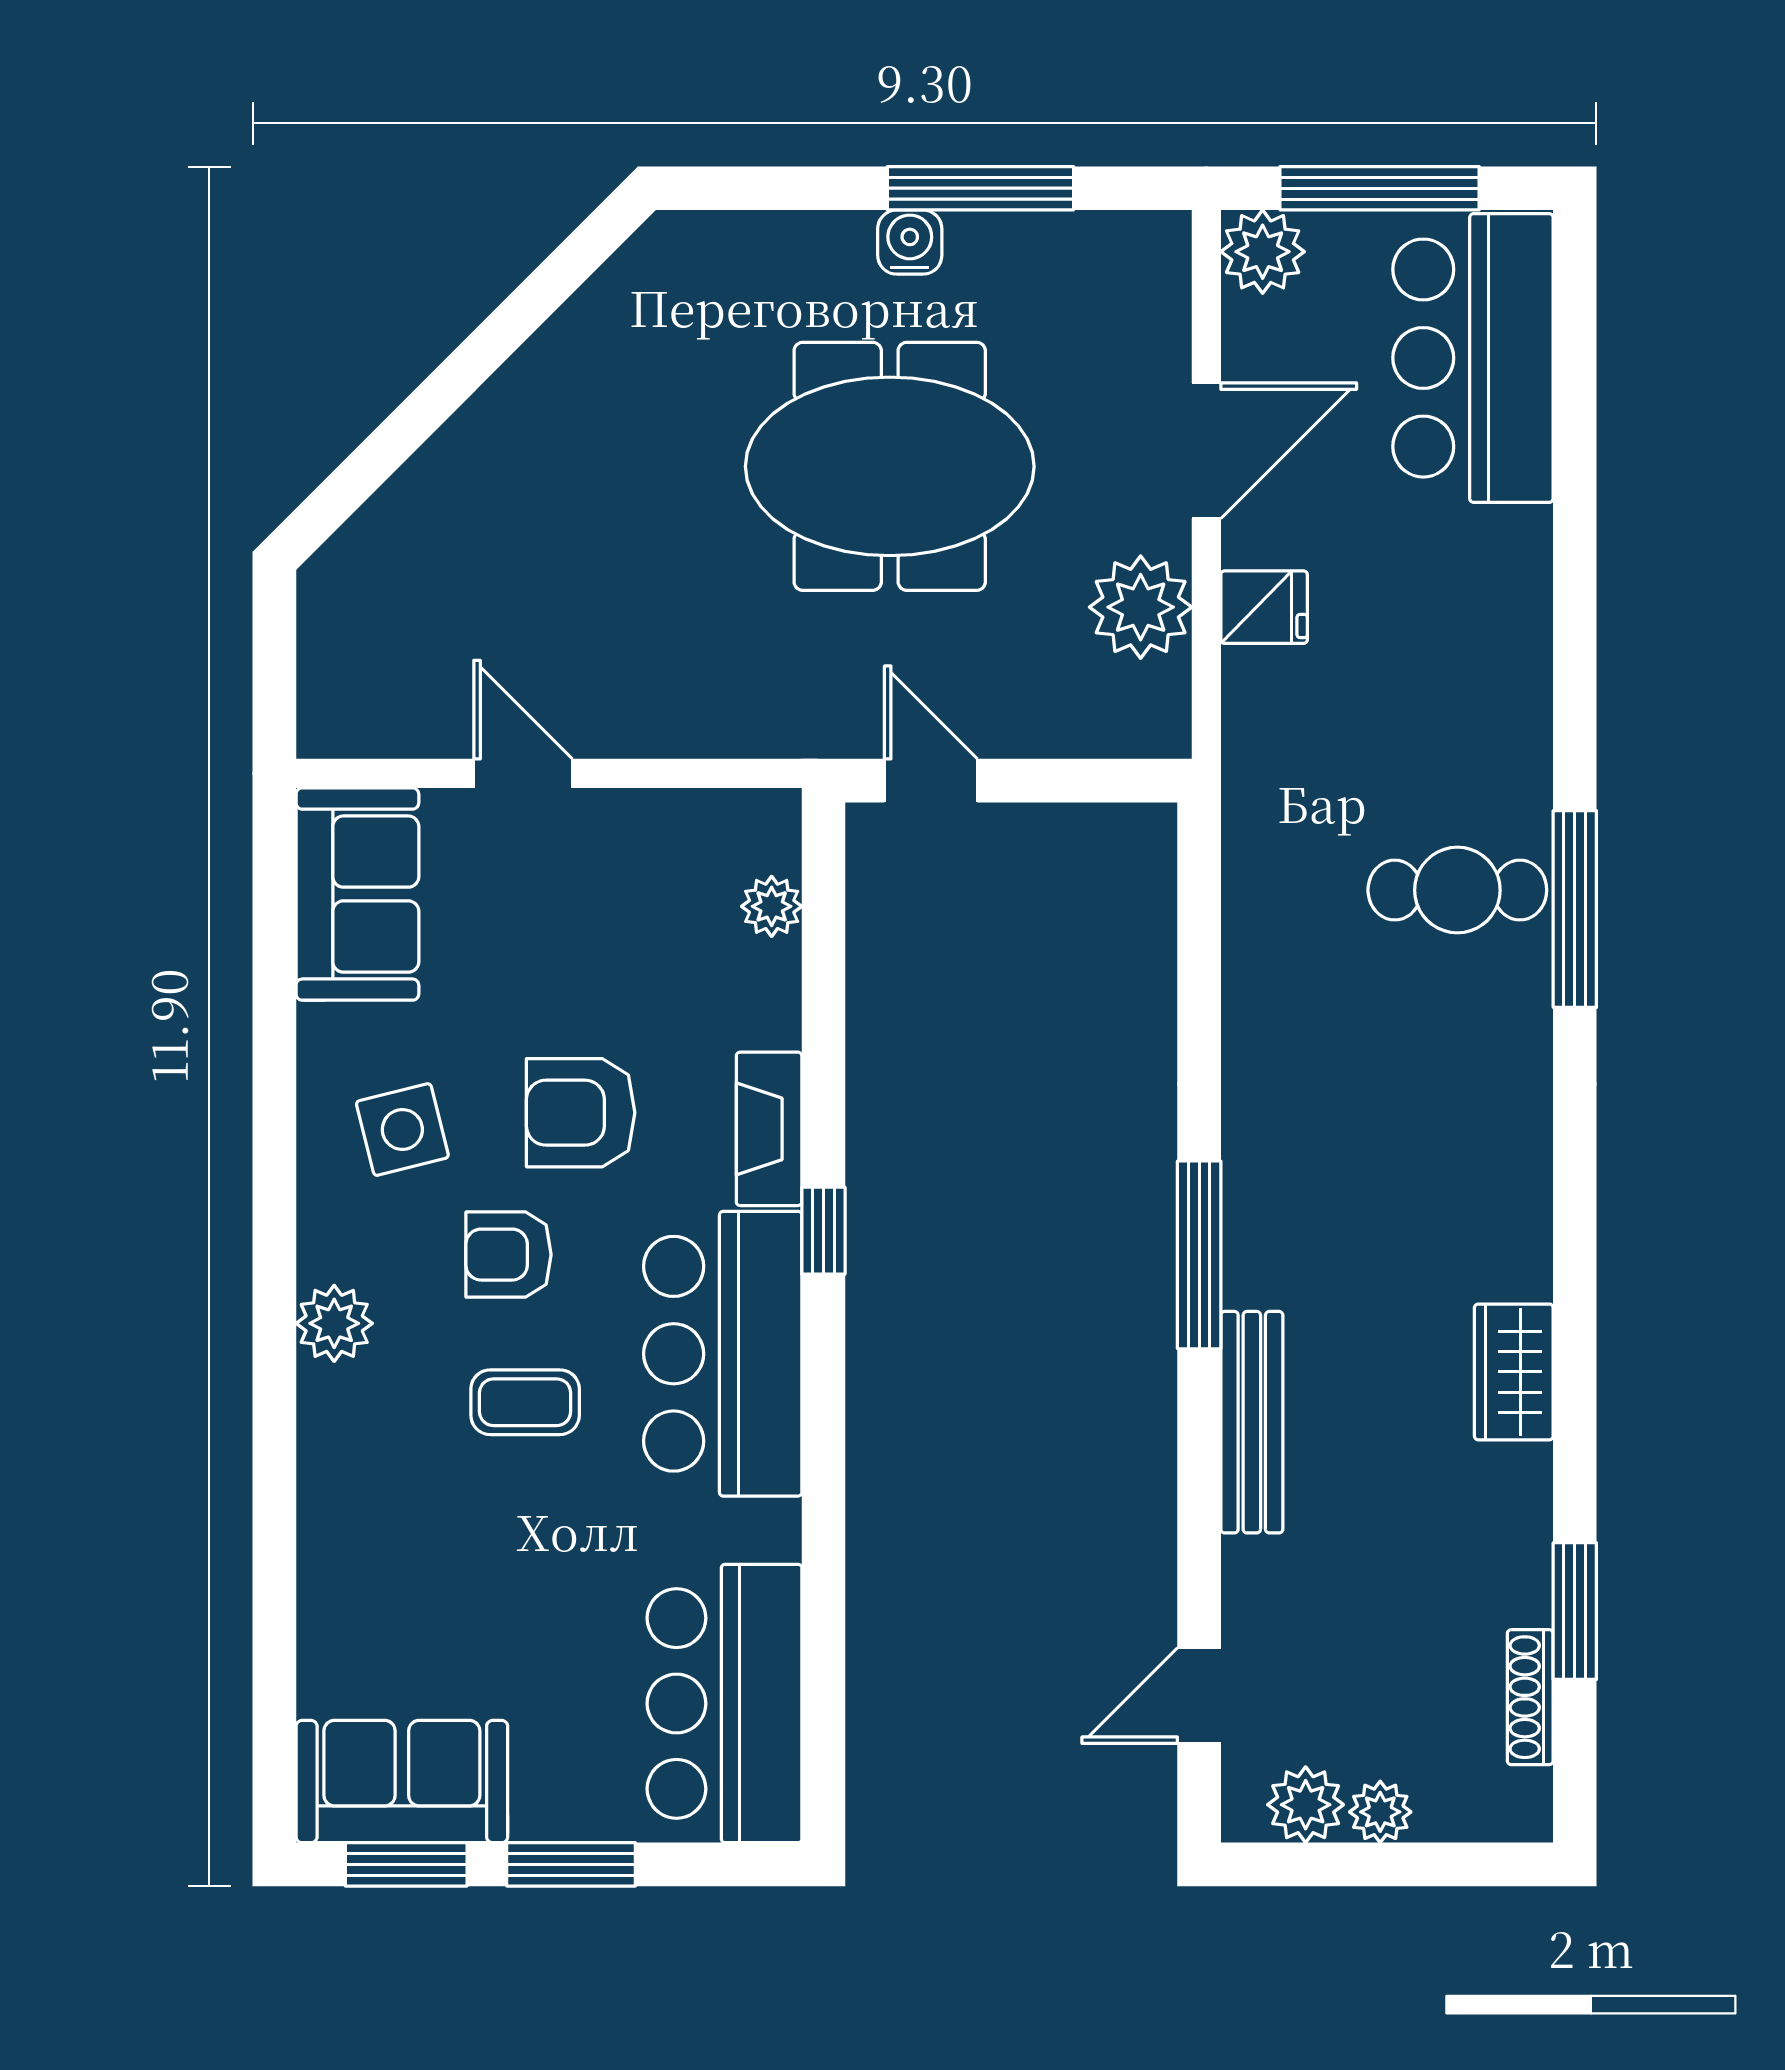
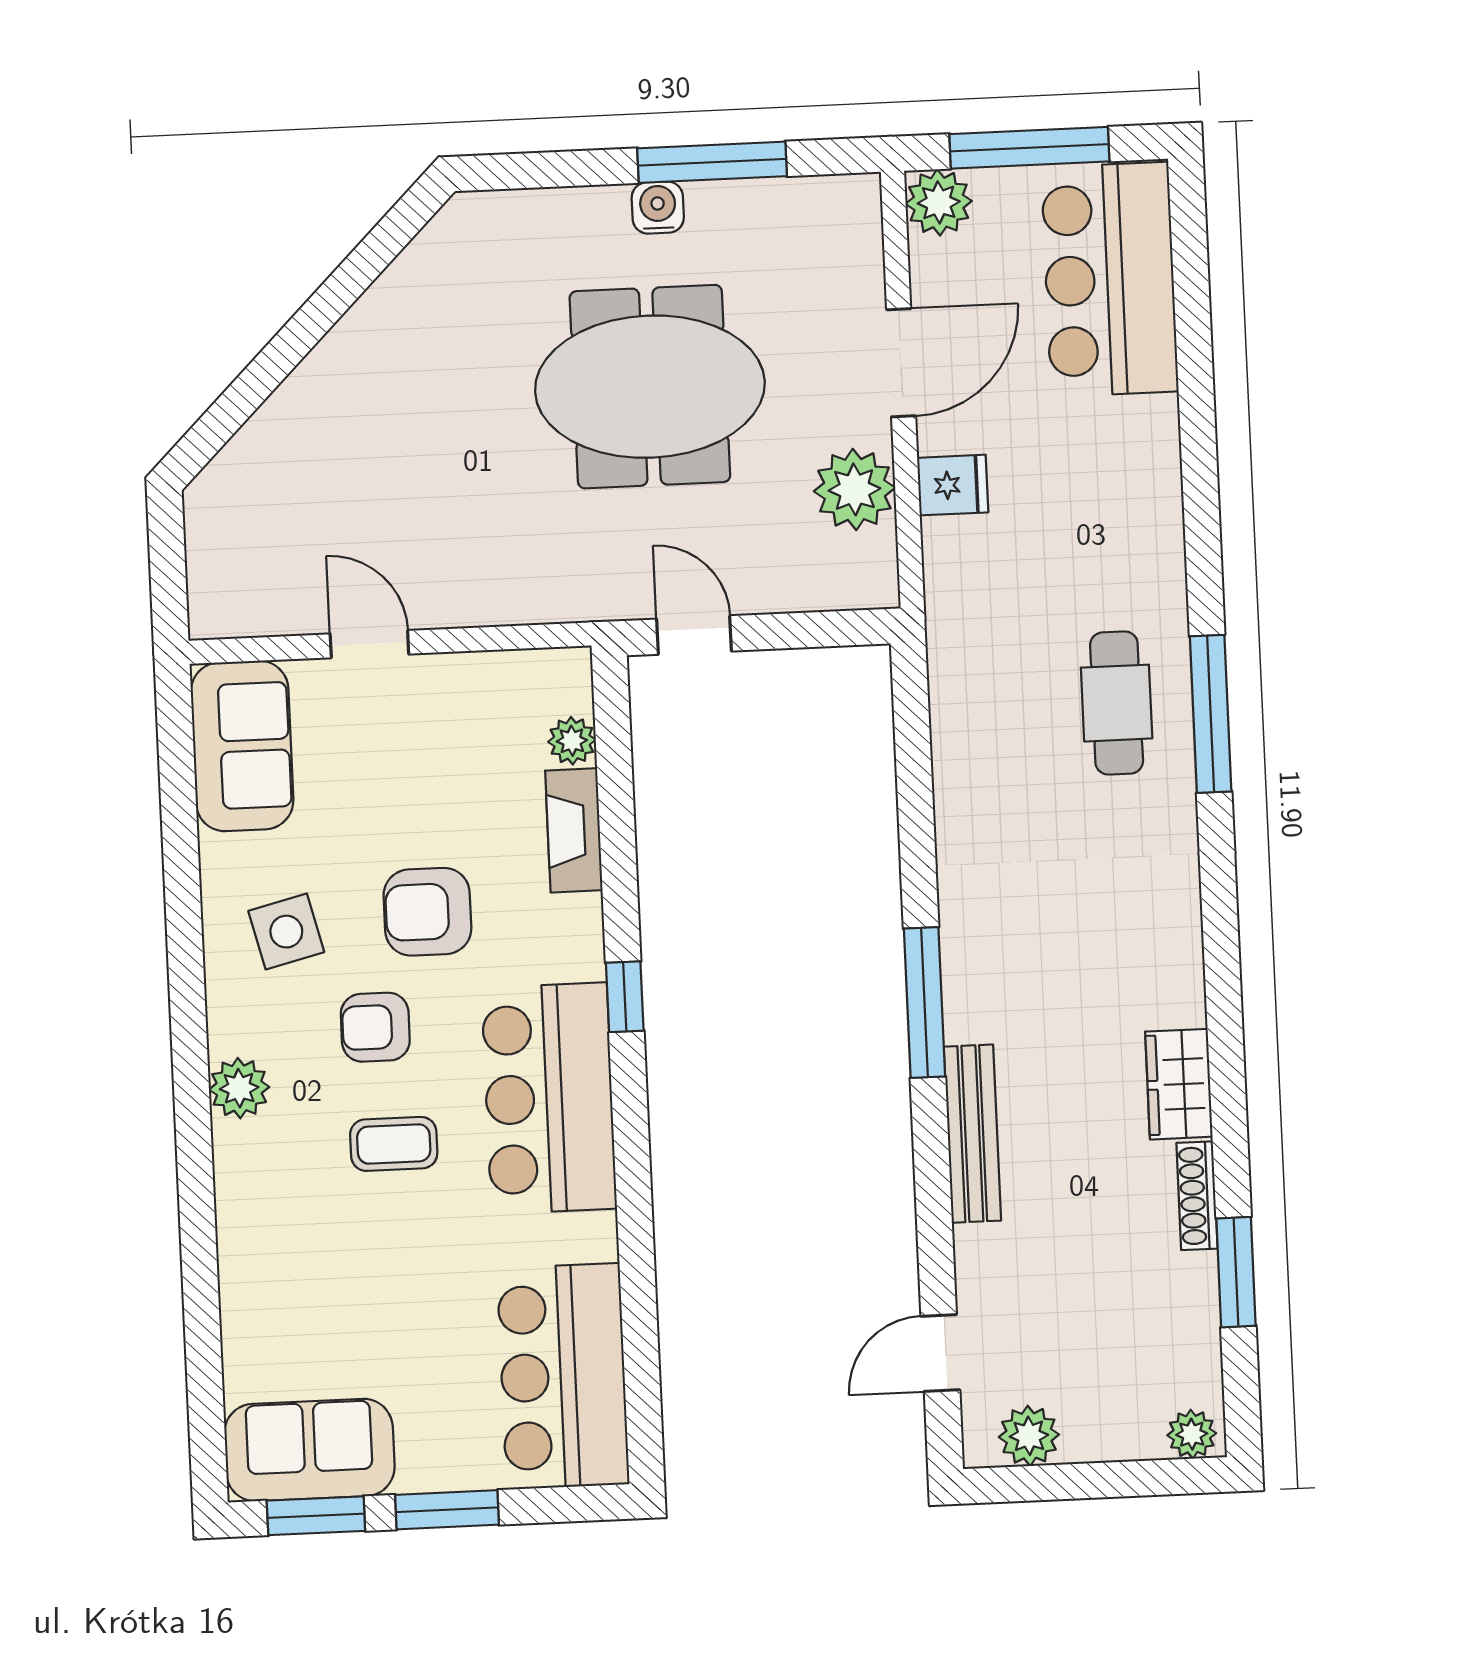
cafe table: (1457, 890) -> (1117, 703), turned 90
fireplace: (769, 1129) -> (574, 830), moved
shoe rack: (1530, 1697) -> (1197, 1196), moved
plant: (1380, 1812) -> (1192, 1434), moved

